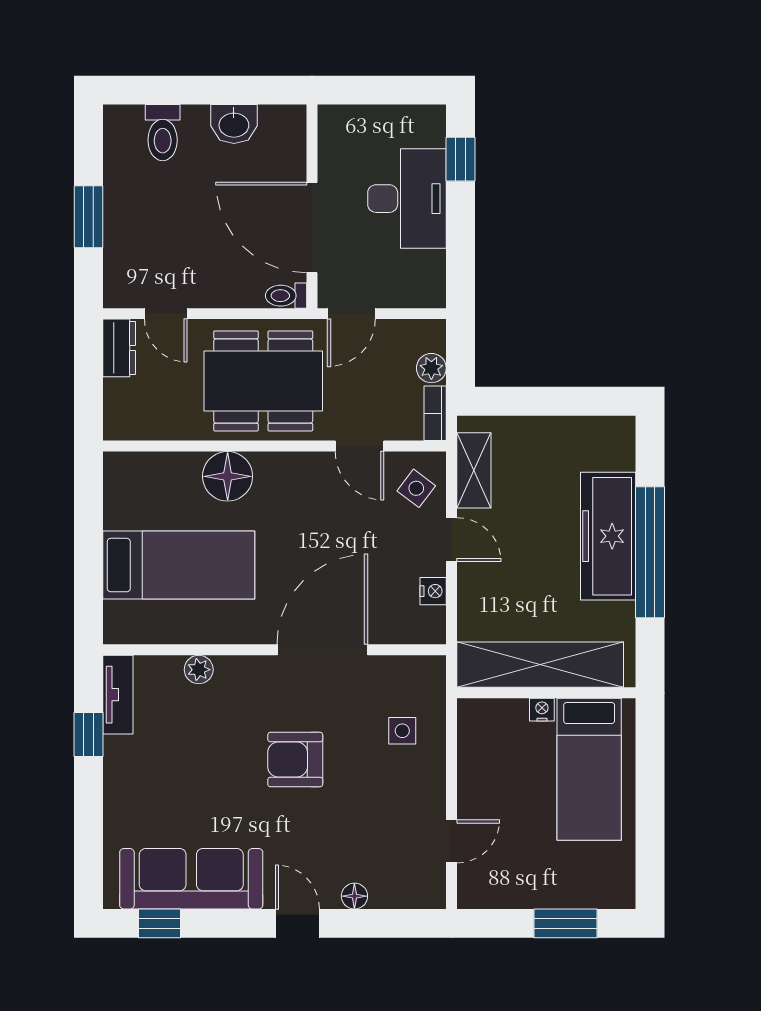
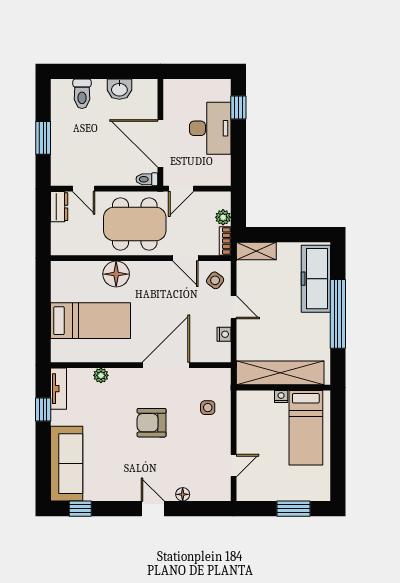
shelving: (474, 470) -> (256, 251), moved, turned 90
freezer: (608, 536) -> (316, 279), moved
sofa: (191, 879) -> (67, 464), moved, turned 90

